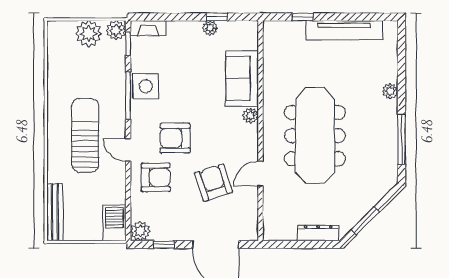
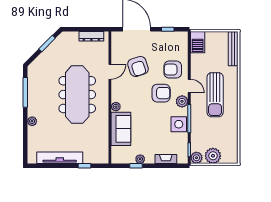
fireplace: (148, 28) -> (166, 159), moved
plant: (140, 231) -> (182, 101), moved
dresser: (318, 233) -> (91, 36), moved

